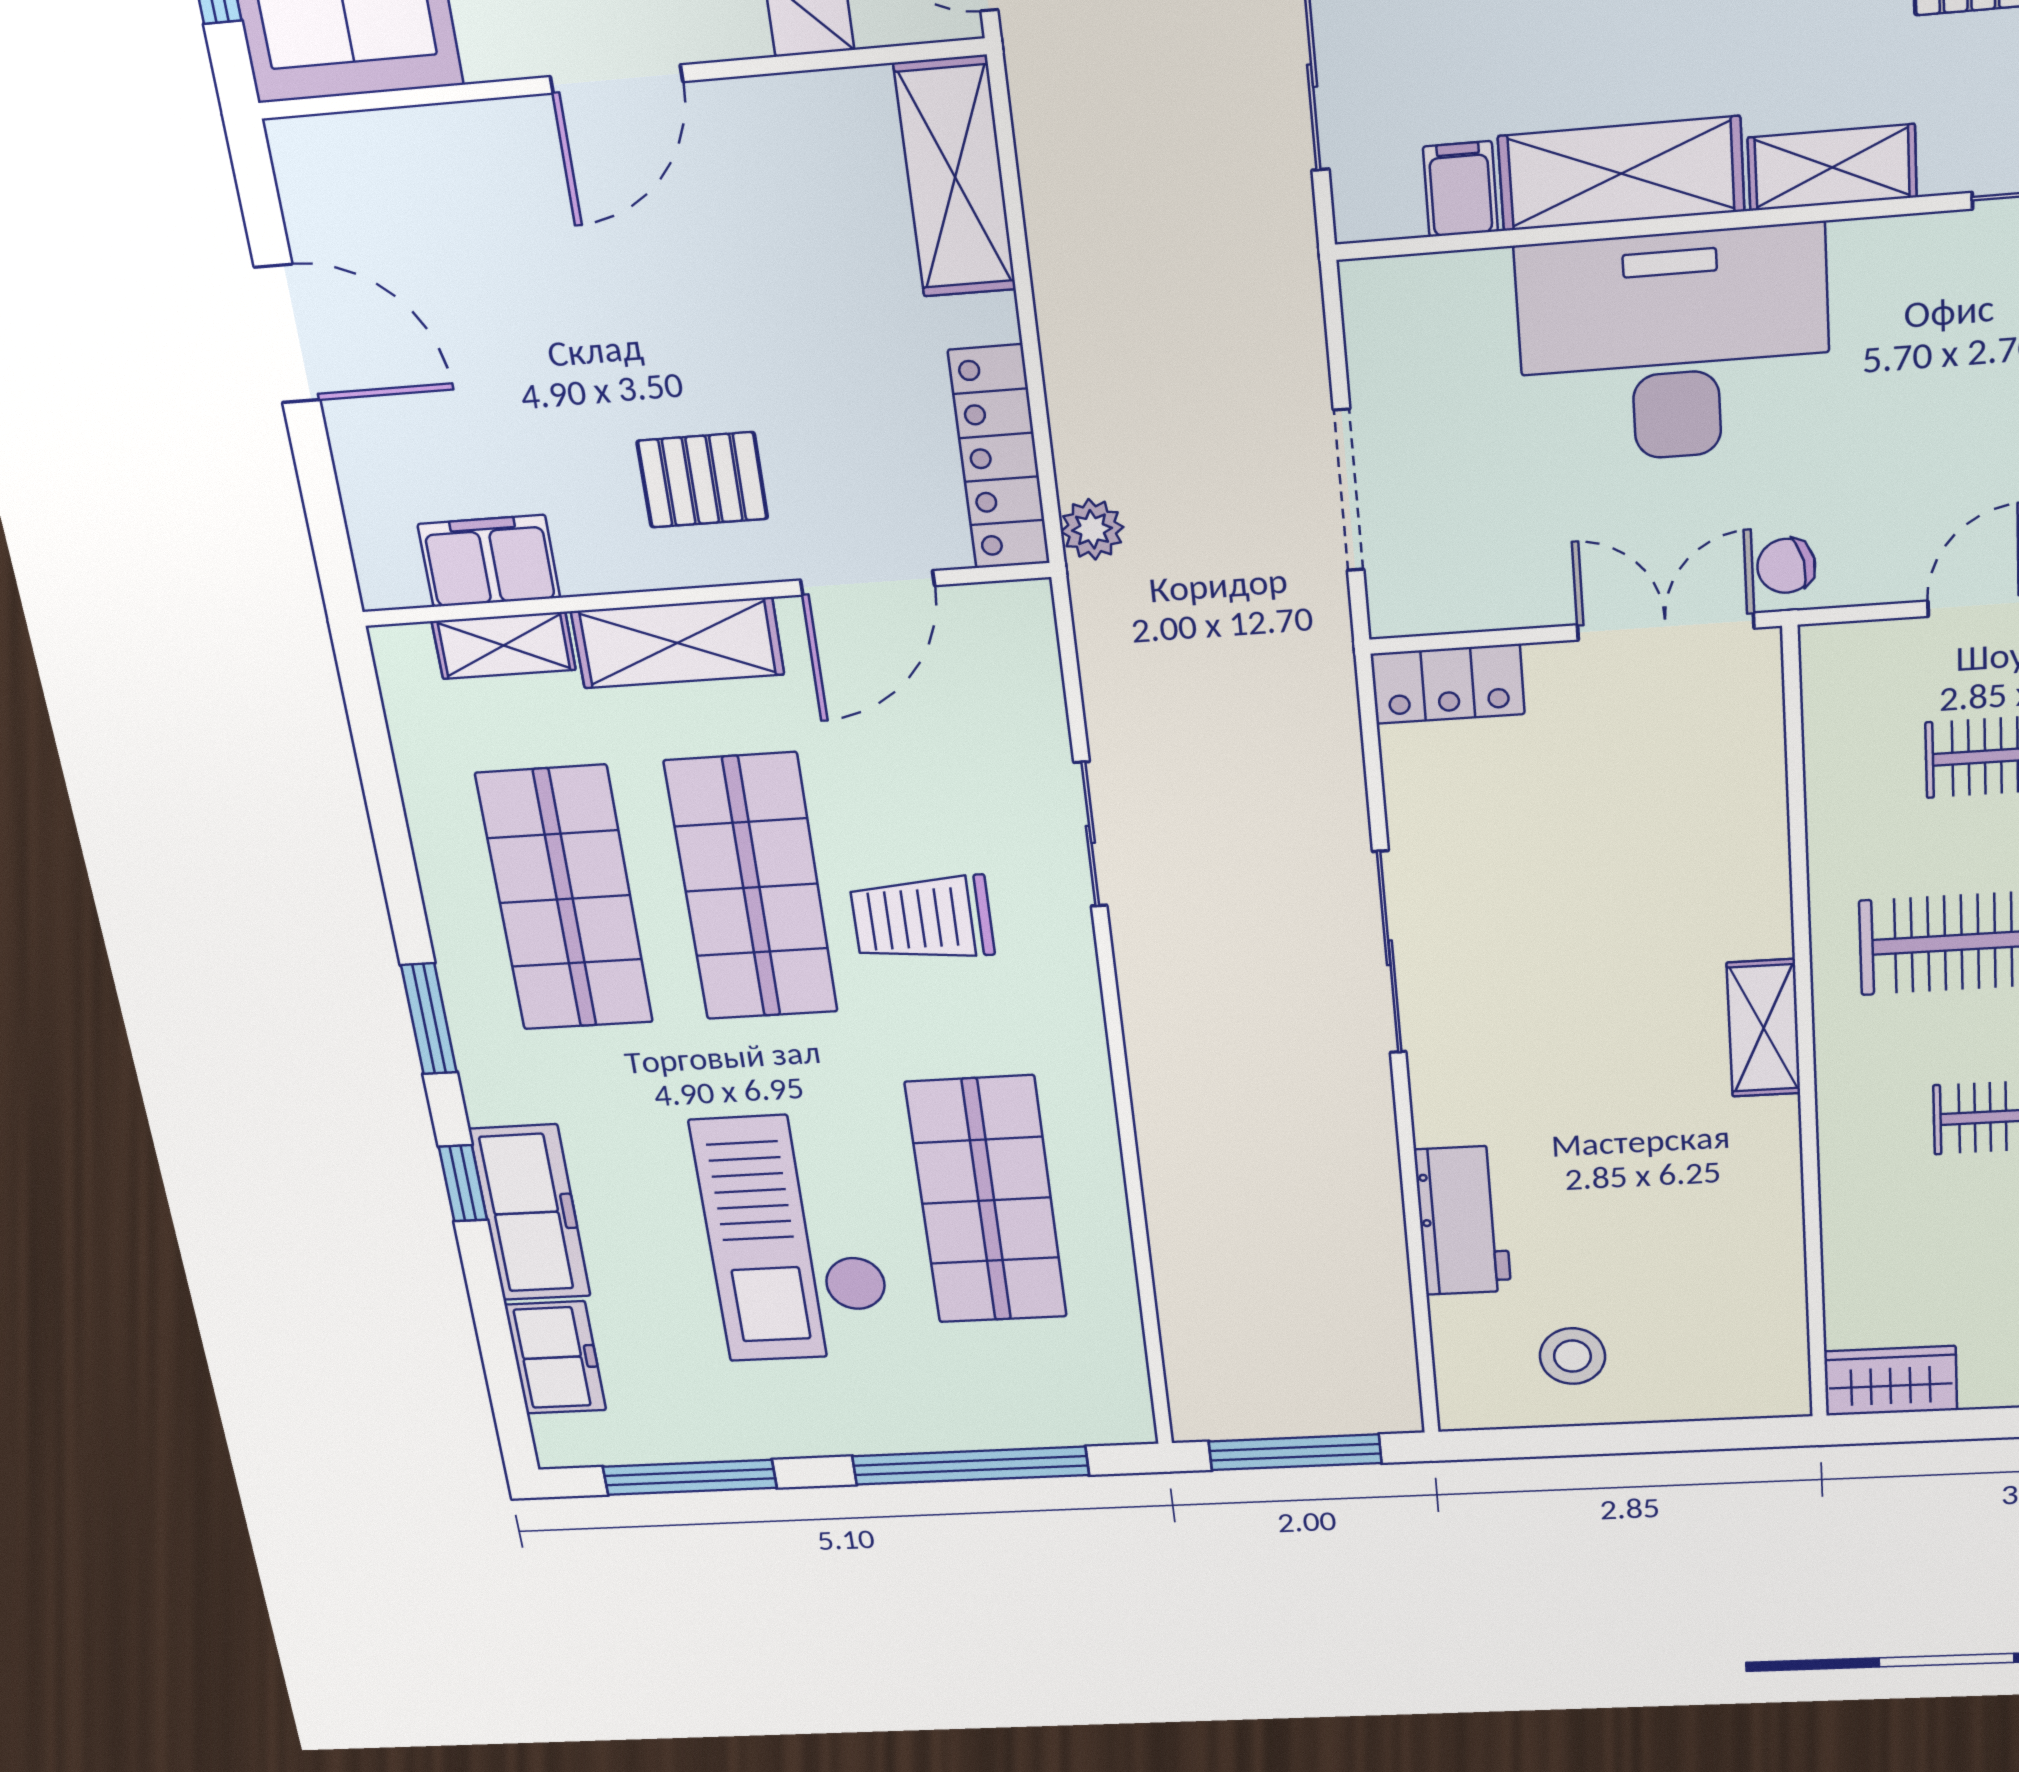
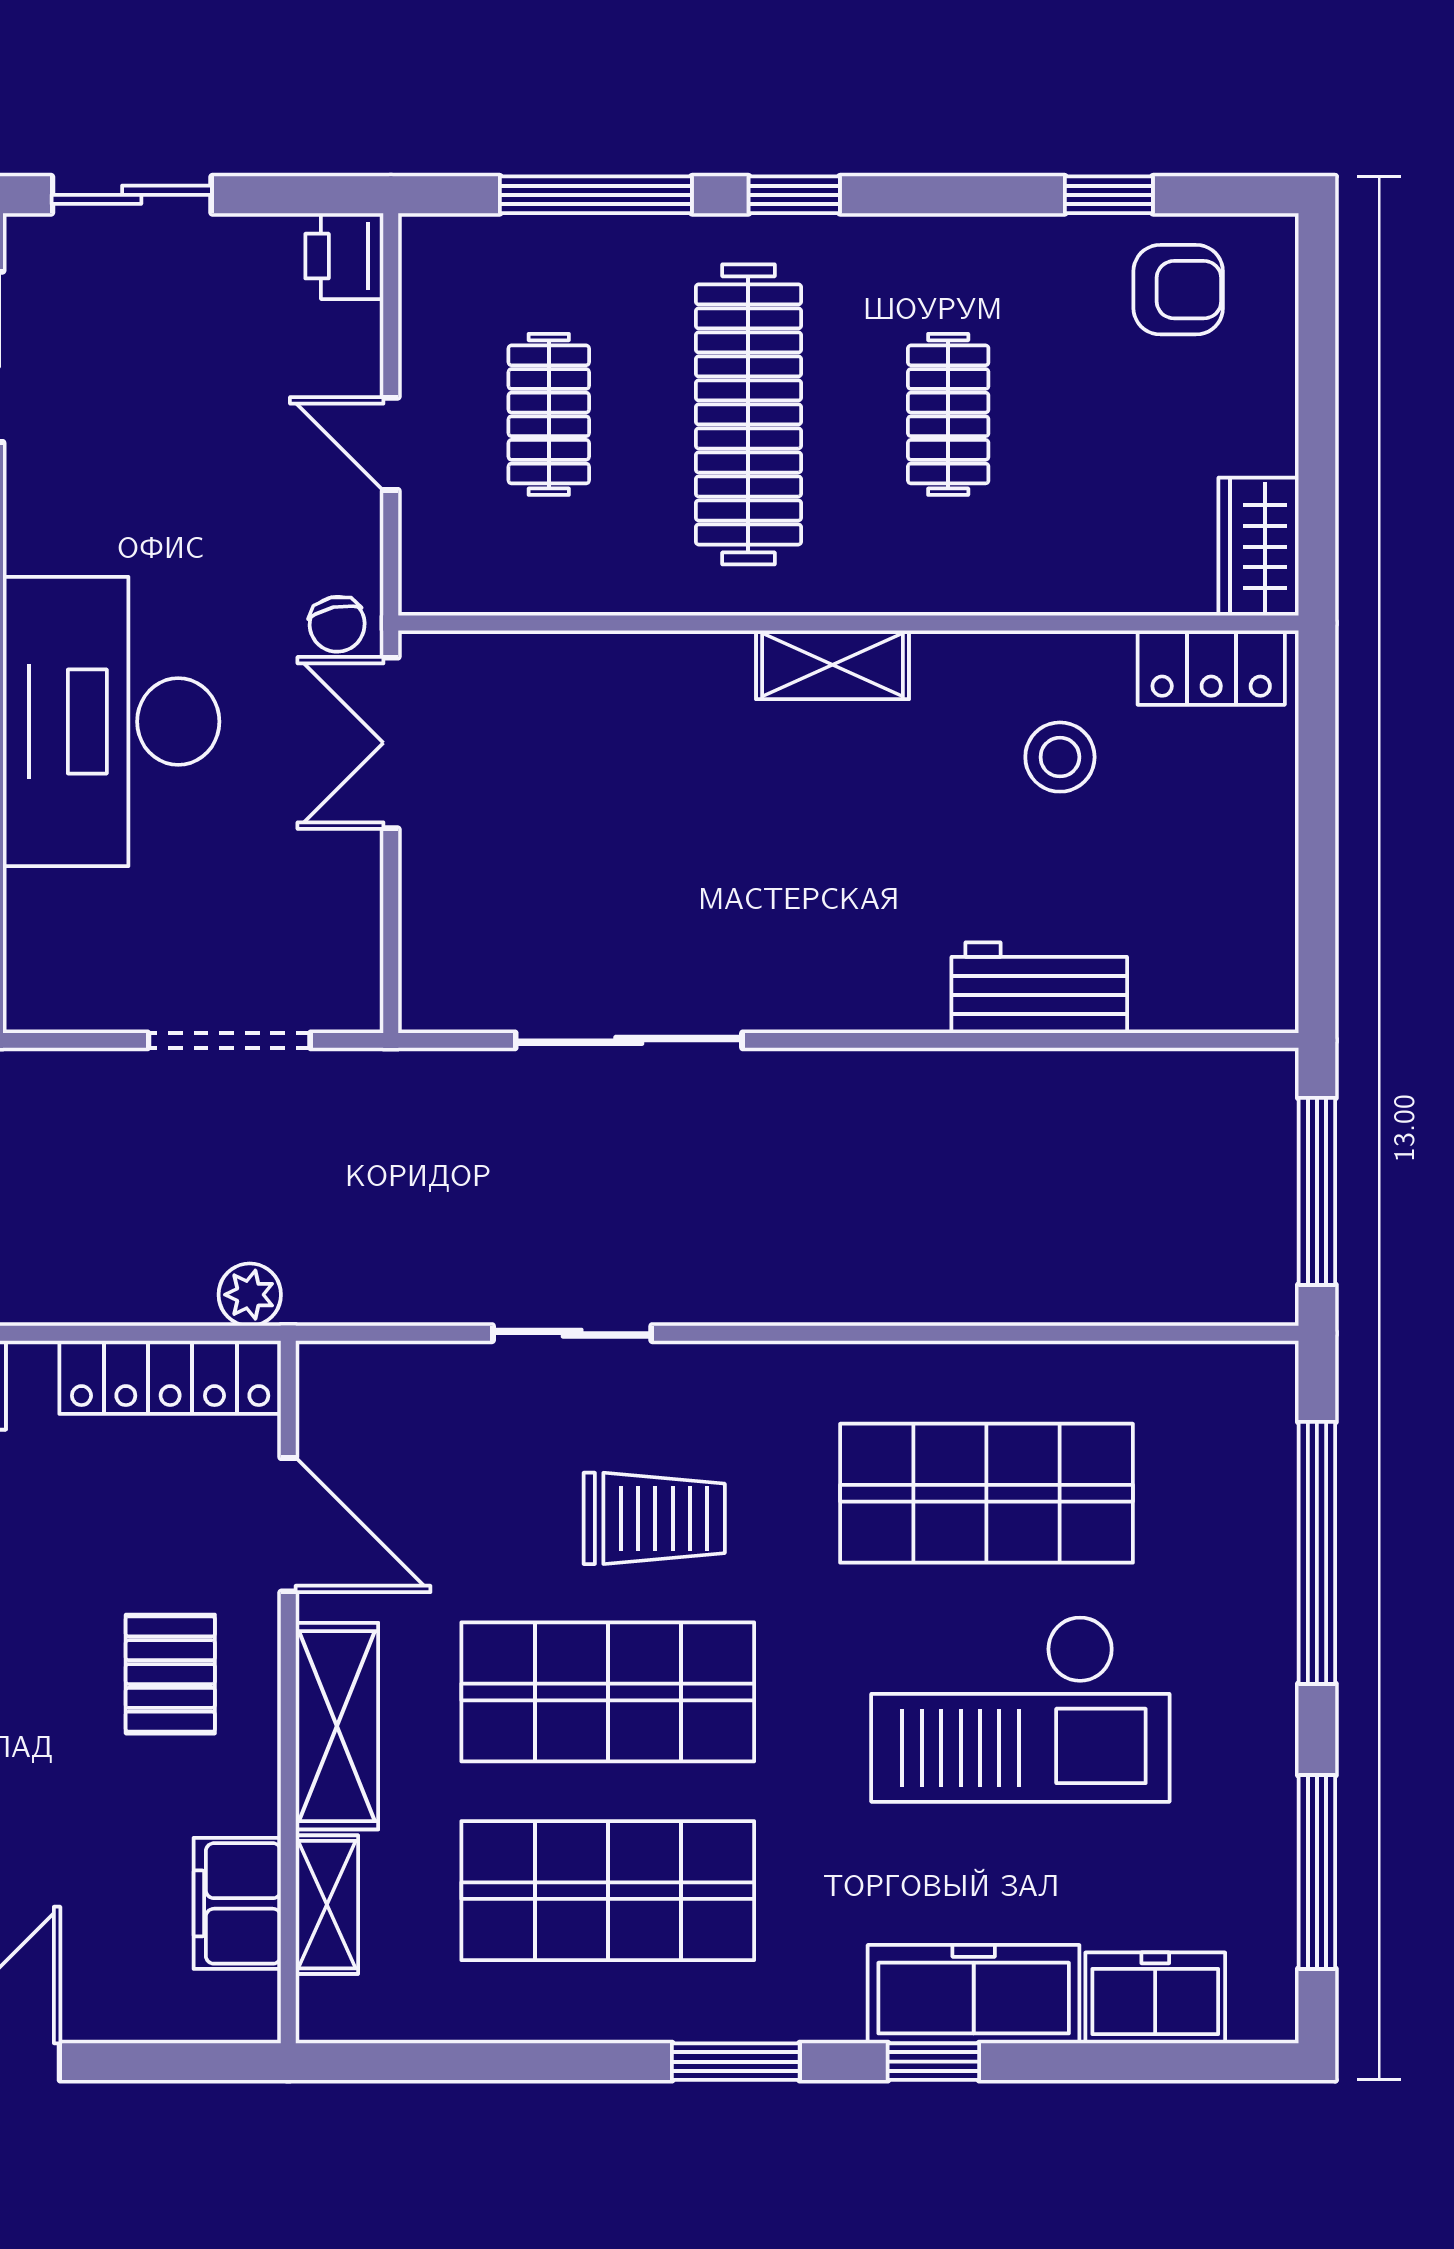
locker: (1448, 684) -> (1211, 668), moved, turned 90
trolley: (922, 919) -> (654, 1518), turned -90
sliding door: (1389, 953) -> (629, 1040), moved
stool: (1572, 1356) -> (1060, 757), moved

